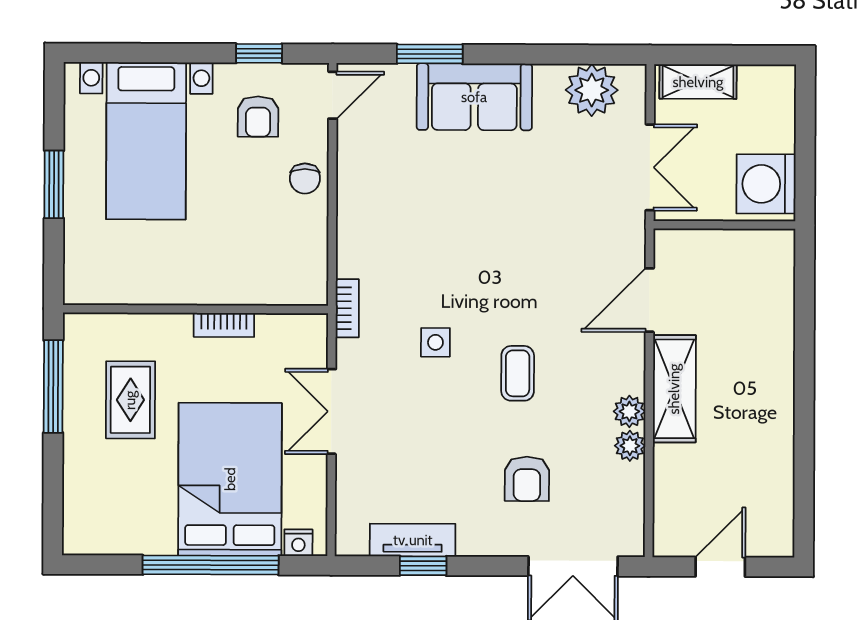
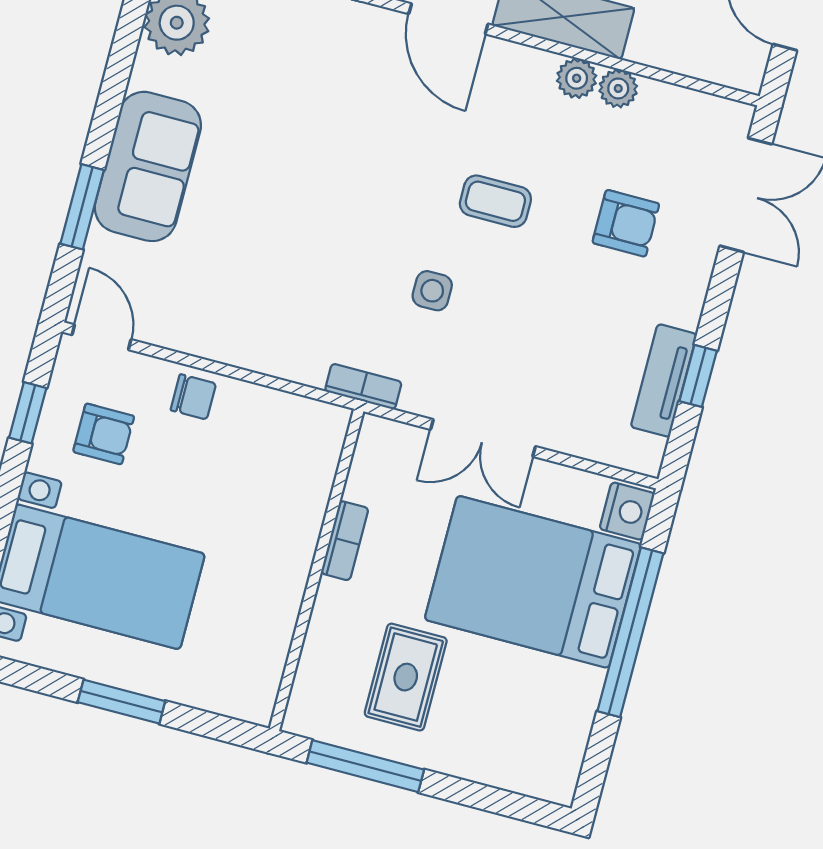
rug: (130, 400) -> (406, 677), turned 90
nightstand: (298, 543) -> (627, 511), width x1.39, depth x1.35

